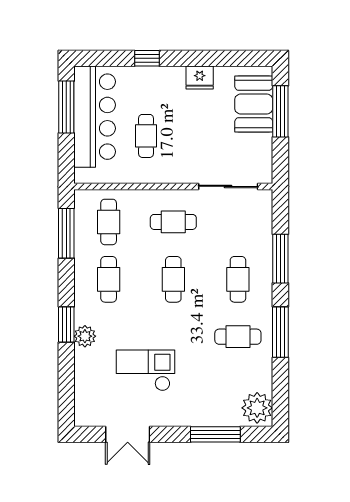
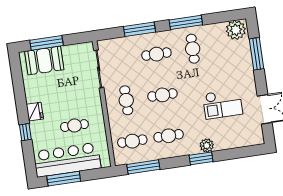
fridge: (200, 78) -> (35, 112), moved
checkout: (146, 370) -> (223, 104), turned -90

